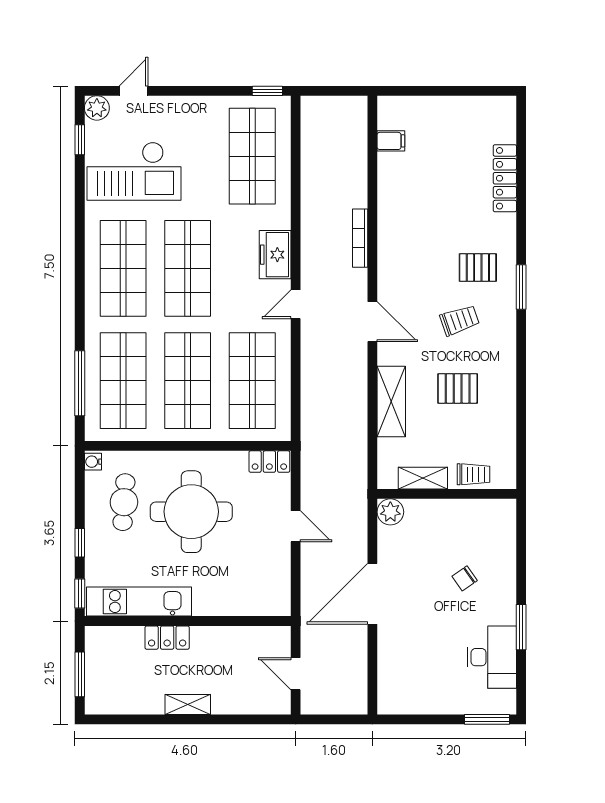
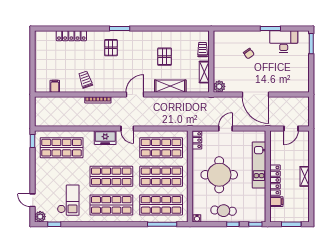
checkout: (134, 171) -> (68, 200), width x0.73, depth x0.83
trolley: (459, 320) -> (85, 80), moved
cafe table: (124, 502) -> (224, 211), moved
kitchen unit: (139, 602) -> (259, 165), moved
locker: (167, 638) -> (275, 180), width x1.53
filing cabinet: (131, 641) -> (276, 202), added

